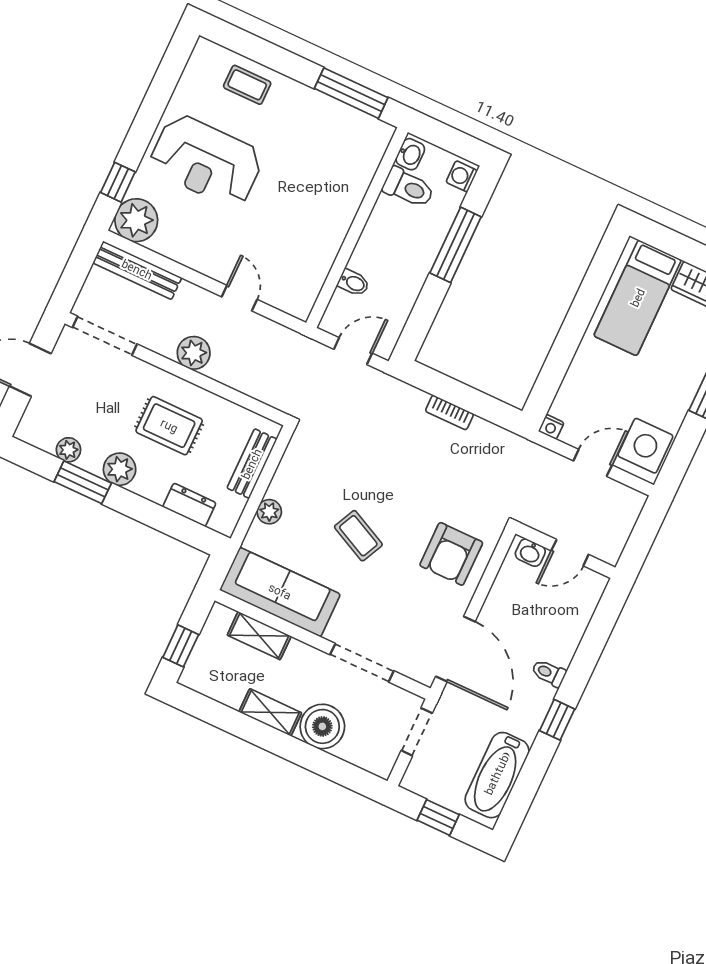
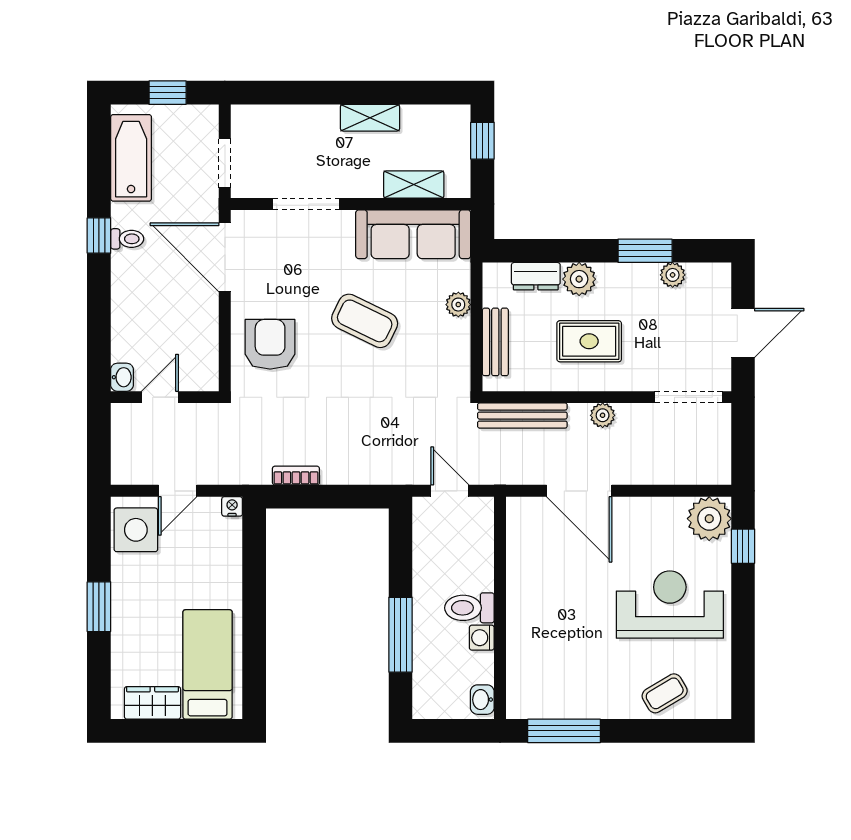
coffee table: (247, 85) -> (665, 693), turned -31
washing machine: (462, 176) -> (482, 638), moved, turned 180
toilet: (408, 188) -> (469, 608), moved
bench: (137, 270) -> (522, 416), moved
bidet: (354, 283) -> (479, 555), removed
door: (239, 298) -> (579, 491), width x1.87
door: (353, 351) -> (450, 491), swing flipped
plant: (194, 353) -> (603, 415), width x0.73, depth x0.73
bookcase: (449, 412) -> (296, 476), moved
plant: (120, 469) -> (579, 279), moved
coffee table: (358, 536) -> (365, 321), width x1.36, depth x1.30
washbasin: (530, 553) -> (122, 377), moved, turned 90
toilet: (549, 673) -> (127, 239), moved
boiler: (322, 726) -> (315, 127), removed

